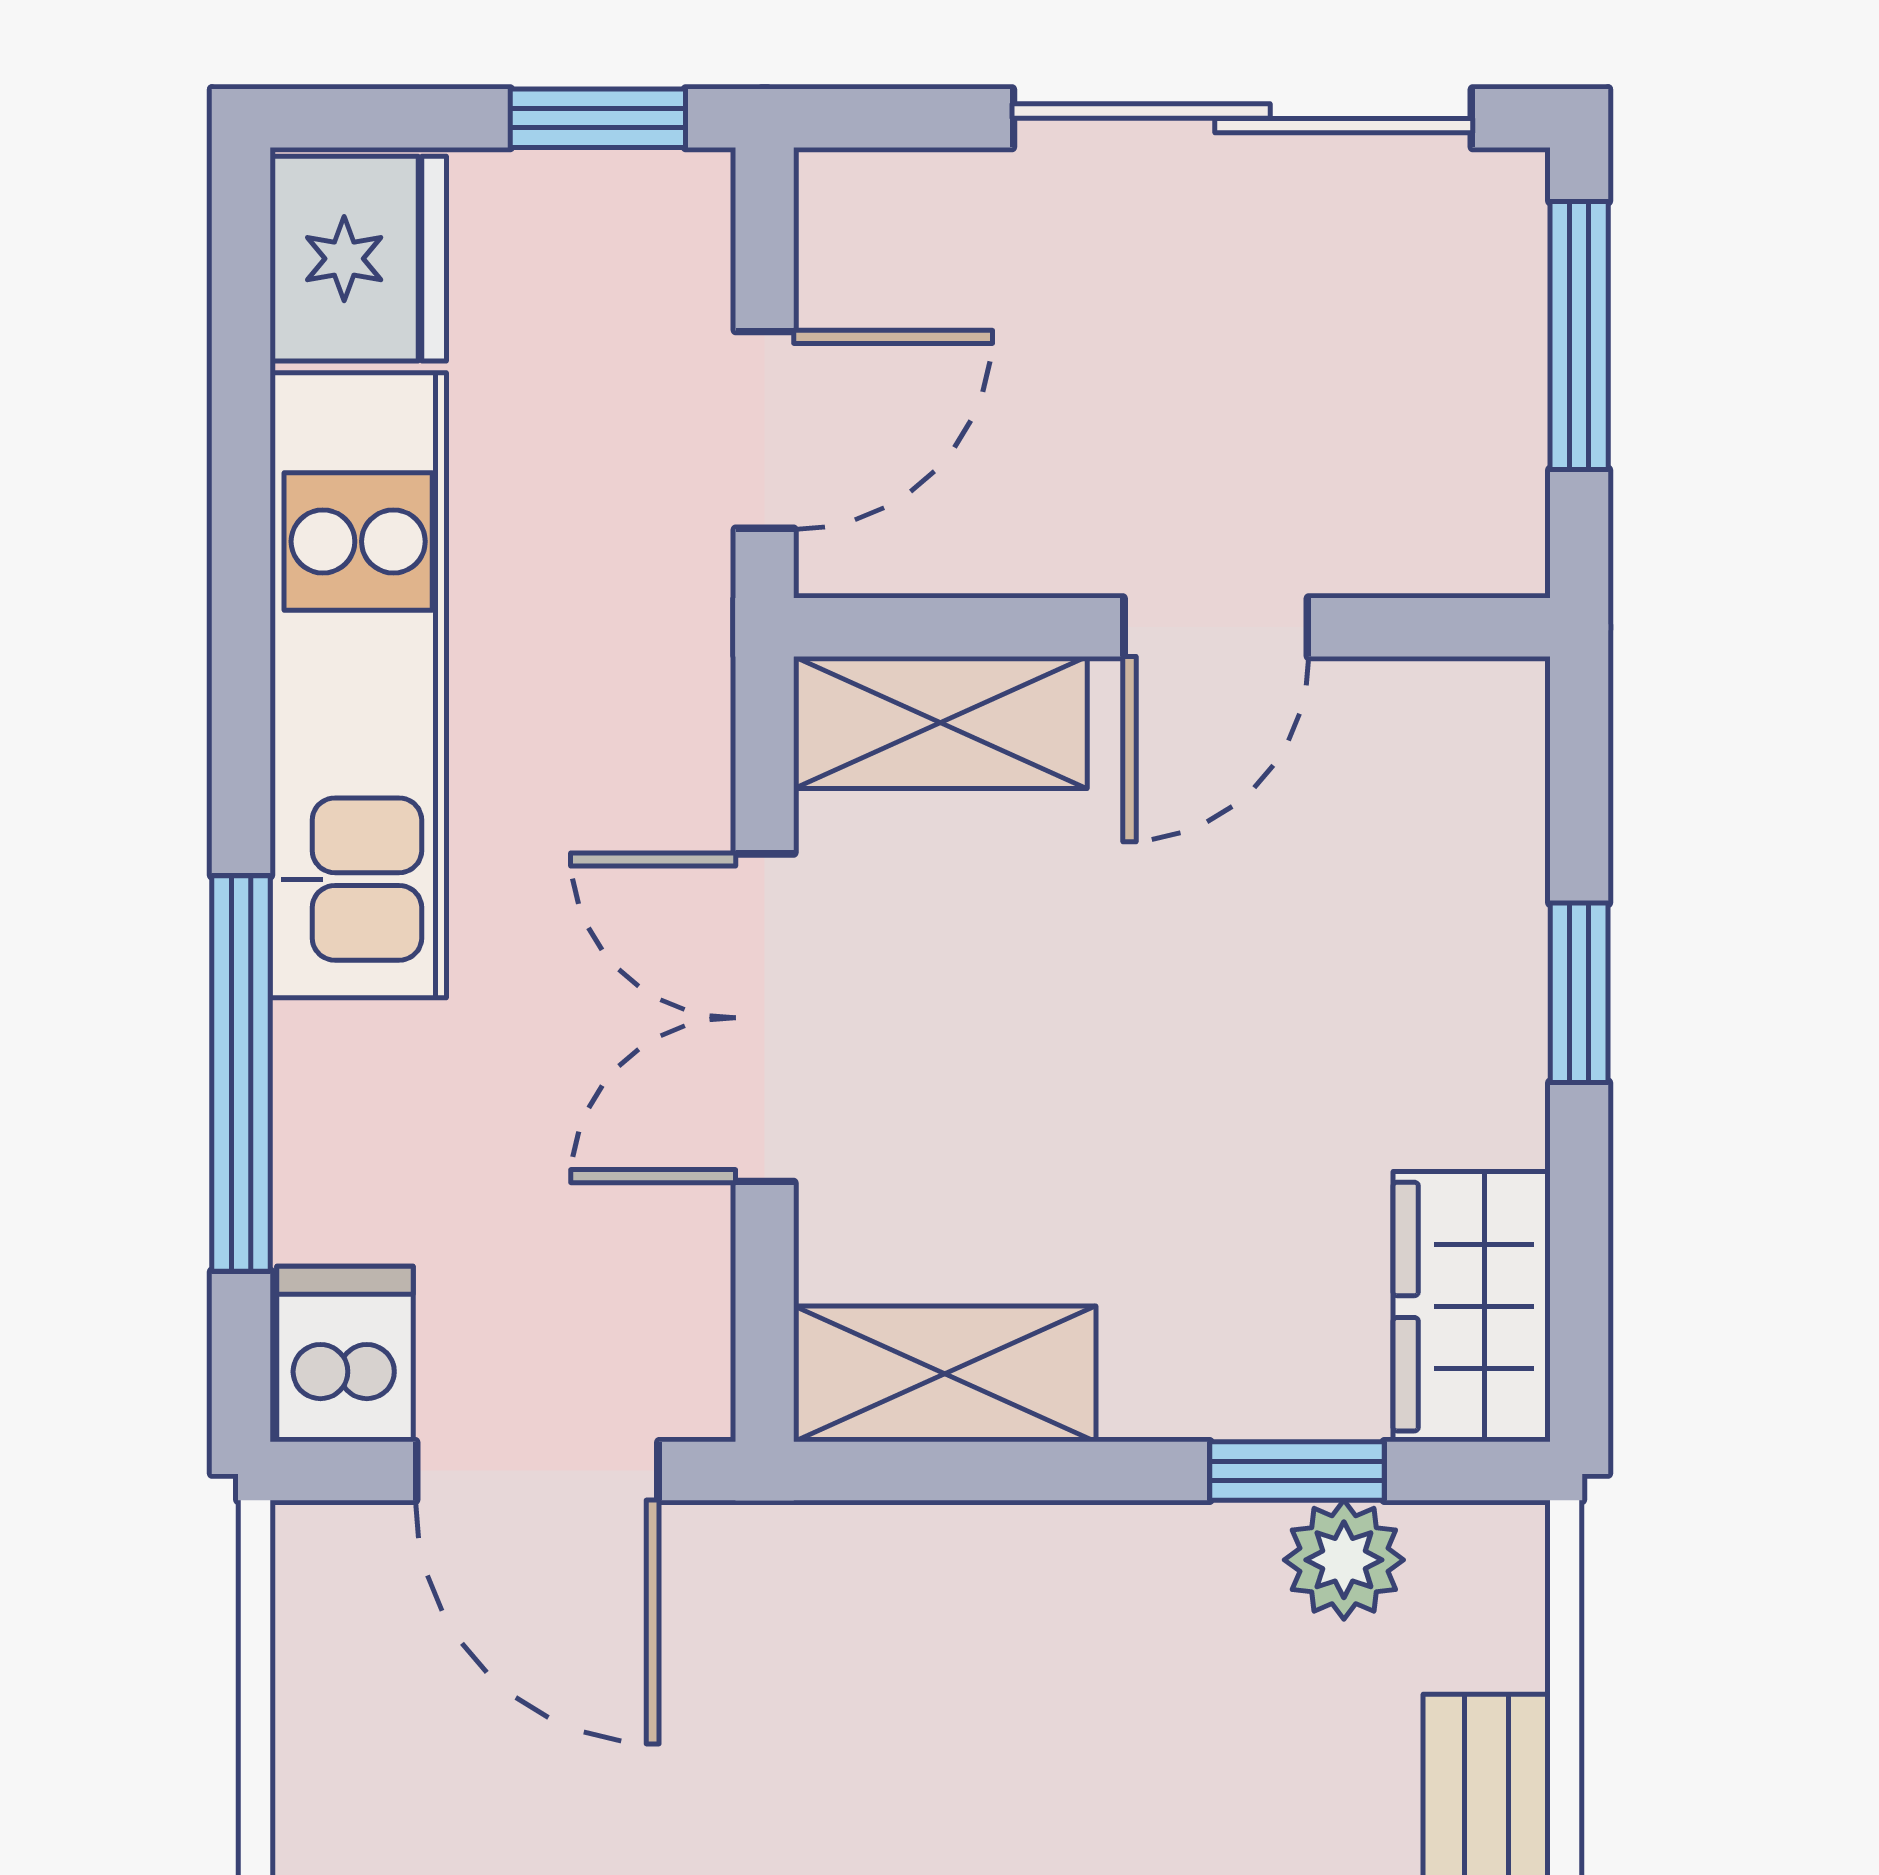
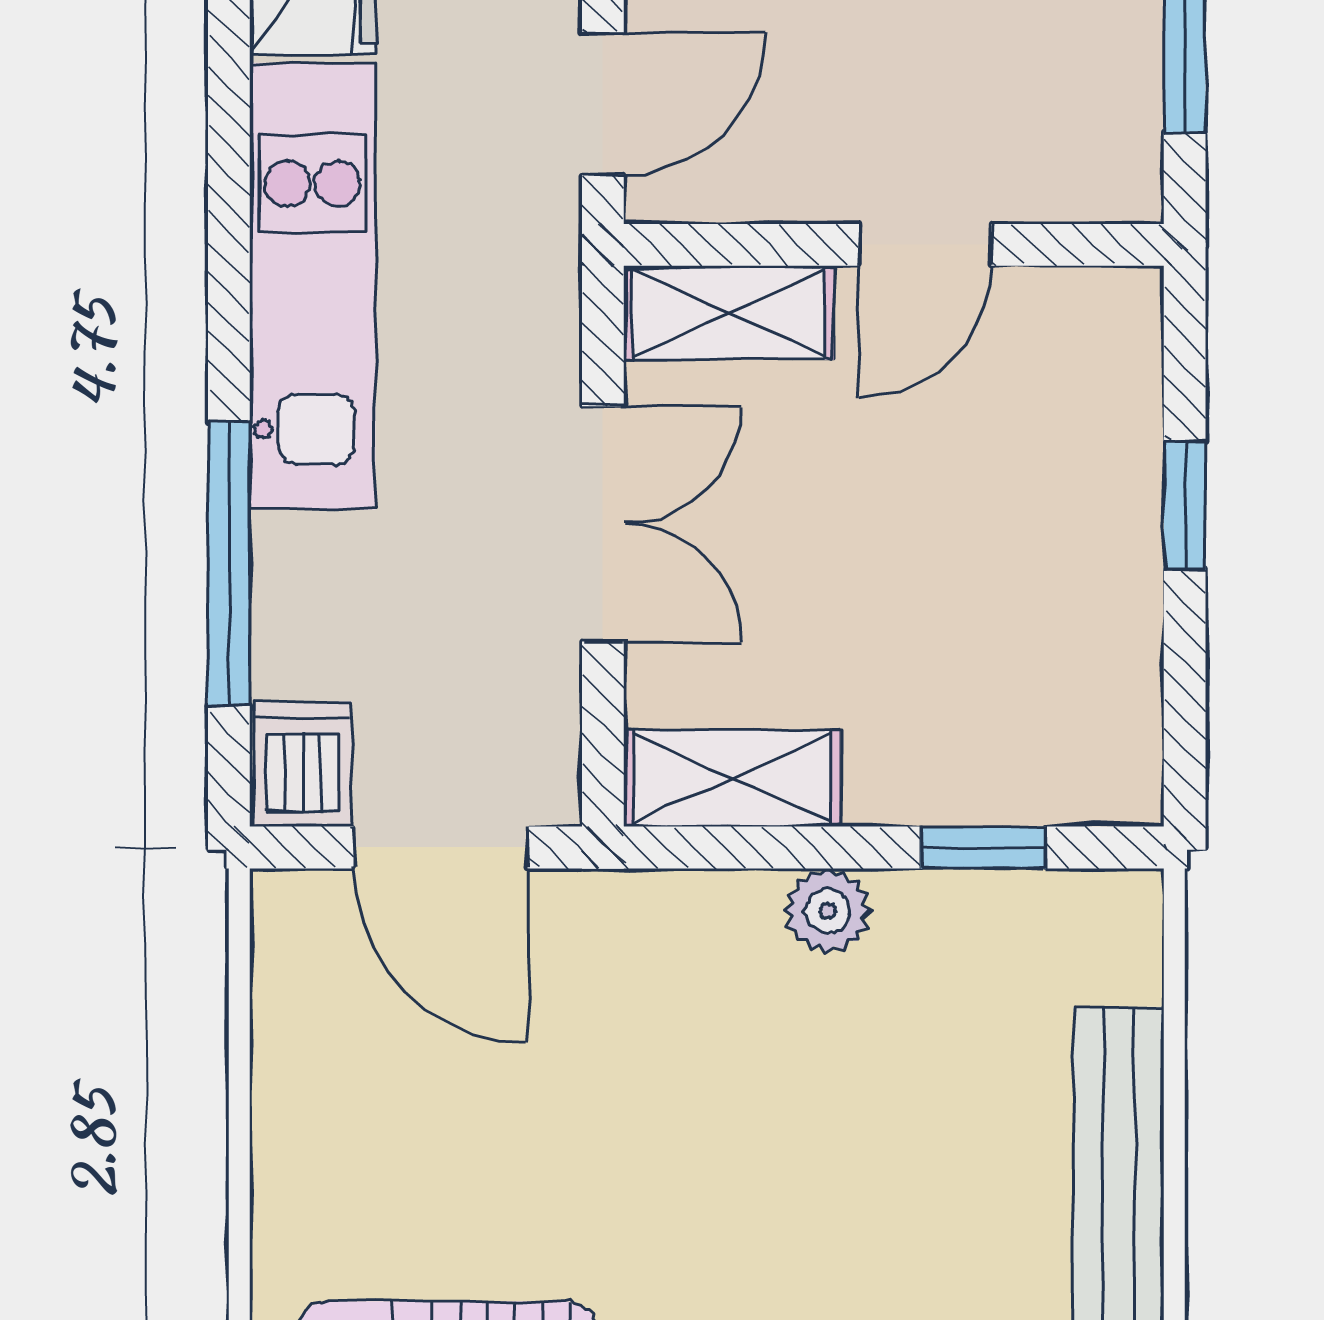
double door: (765, 1018) -> (603, 524), swing flipped
wardrobe: (1472, 1307) -> (1108, 730), removed
plant: (1344, 1560) -> (827, 911), moved

